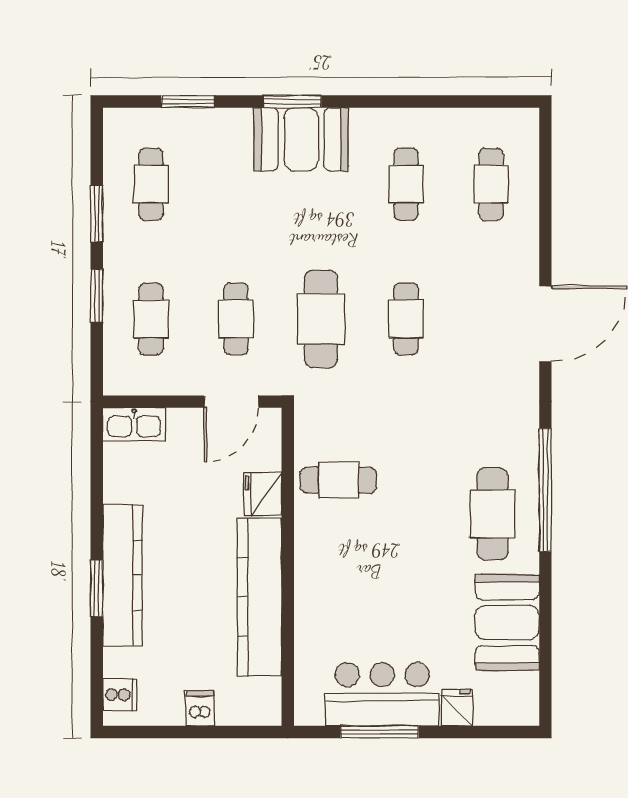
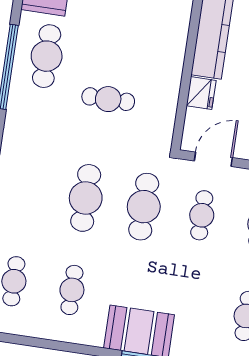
cafe table: (406, 319) -> (86, 198), width x1.37, depth x1.35
cafe table: (338, 480) -> (108, 99), moved

